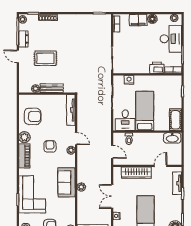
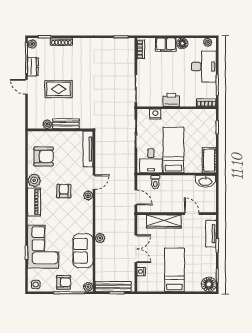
printer: (157, 68) -> (171, 100), moved
door: (76, 139) -> (94, 182), hinge flipped
door: (161, 166) -> (192, 214), hinge flipped
sofa: (67, 182) -> (83, 251), moved
double door: (112, 196) -> (136, 249), swing flipped

